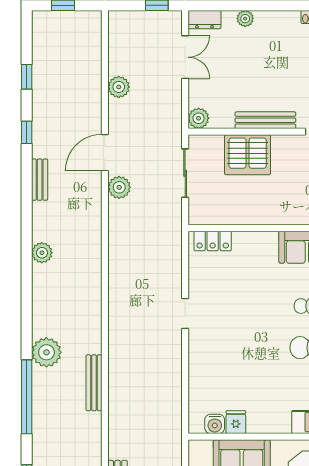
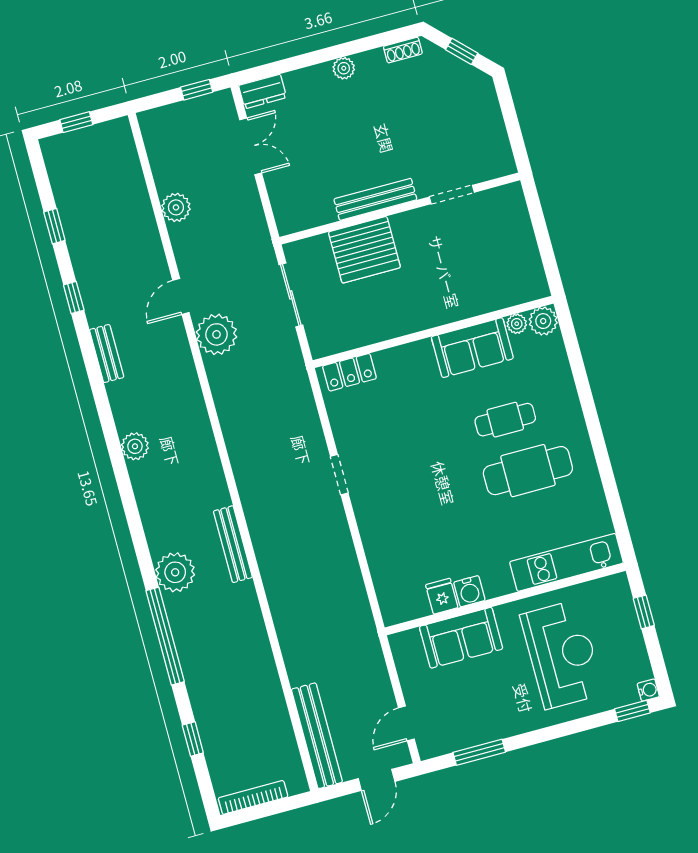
plant: (245, 19) -> (344, 68), moved
plant: (199, 118) -> (289, 220), removed
door: (105, 153) -> (181, 296), width x0.73
plant: (119, 187) -> (217, 334), width x1.36, depth x1.36
bench: (94, 383) -> (233, 544), moved
water cooler: (215, 424) -> (469, 591), moved

